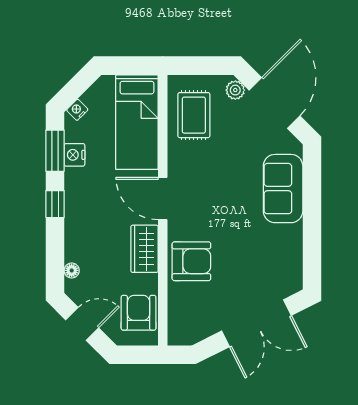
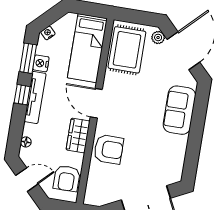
rug: (194, 115) -> (127, 50), width x1.36, depth x1.43
tv unit: (74, 205) -> (35, 97), added
armchair: (139, 313) -> (67, 178), turned 180

